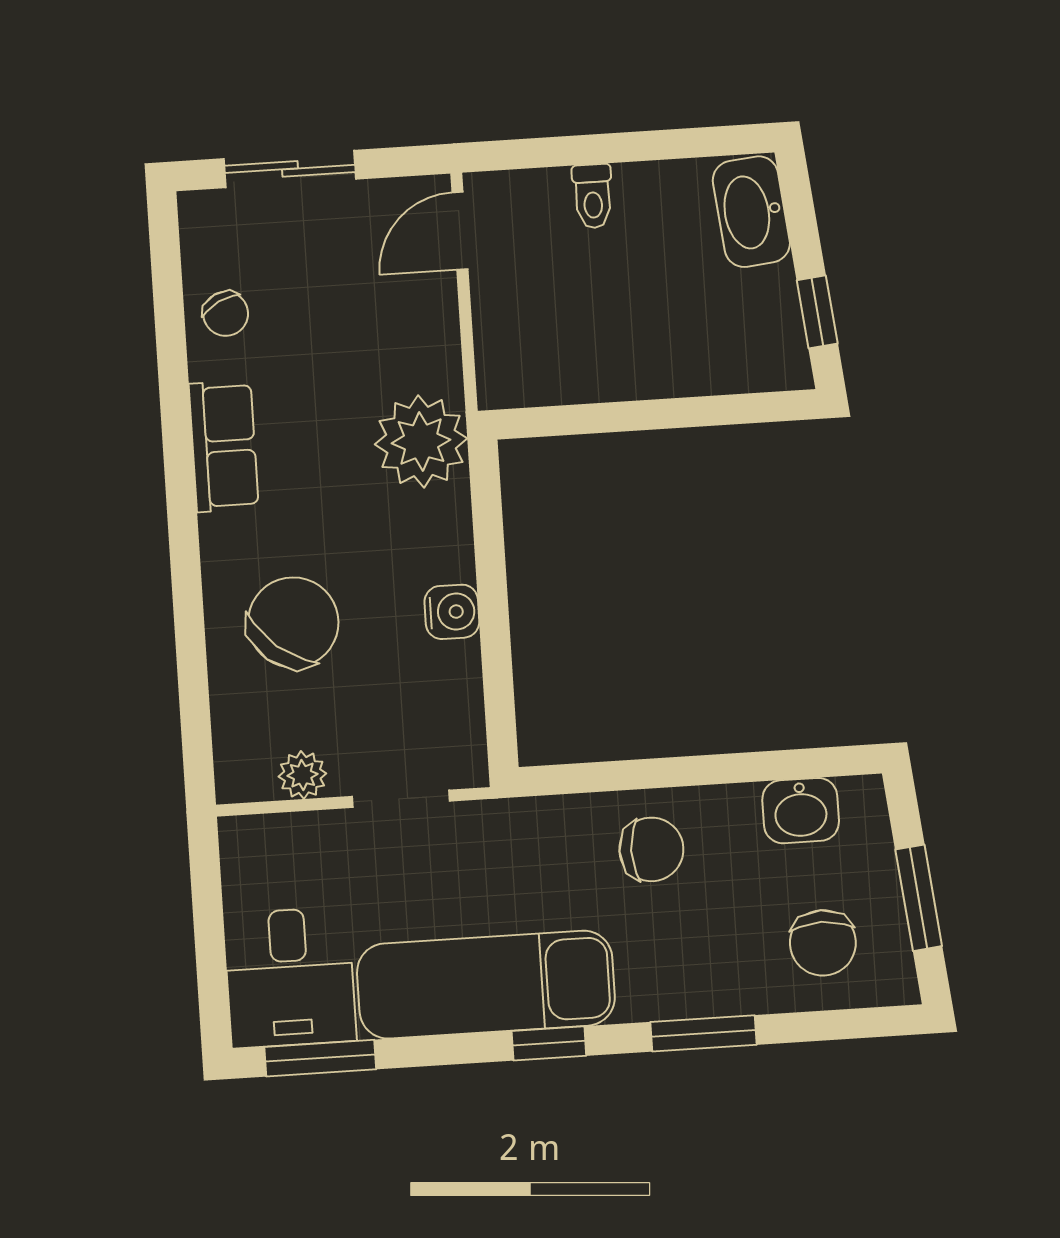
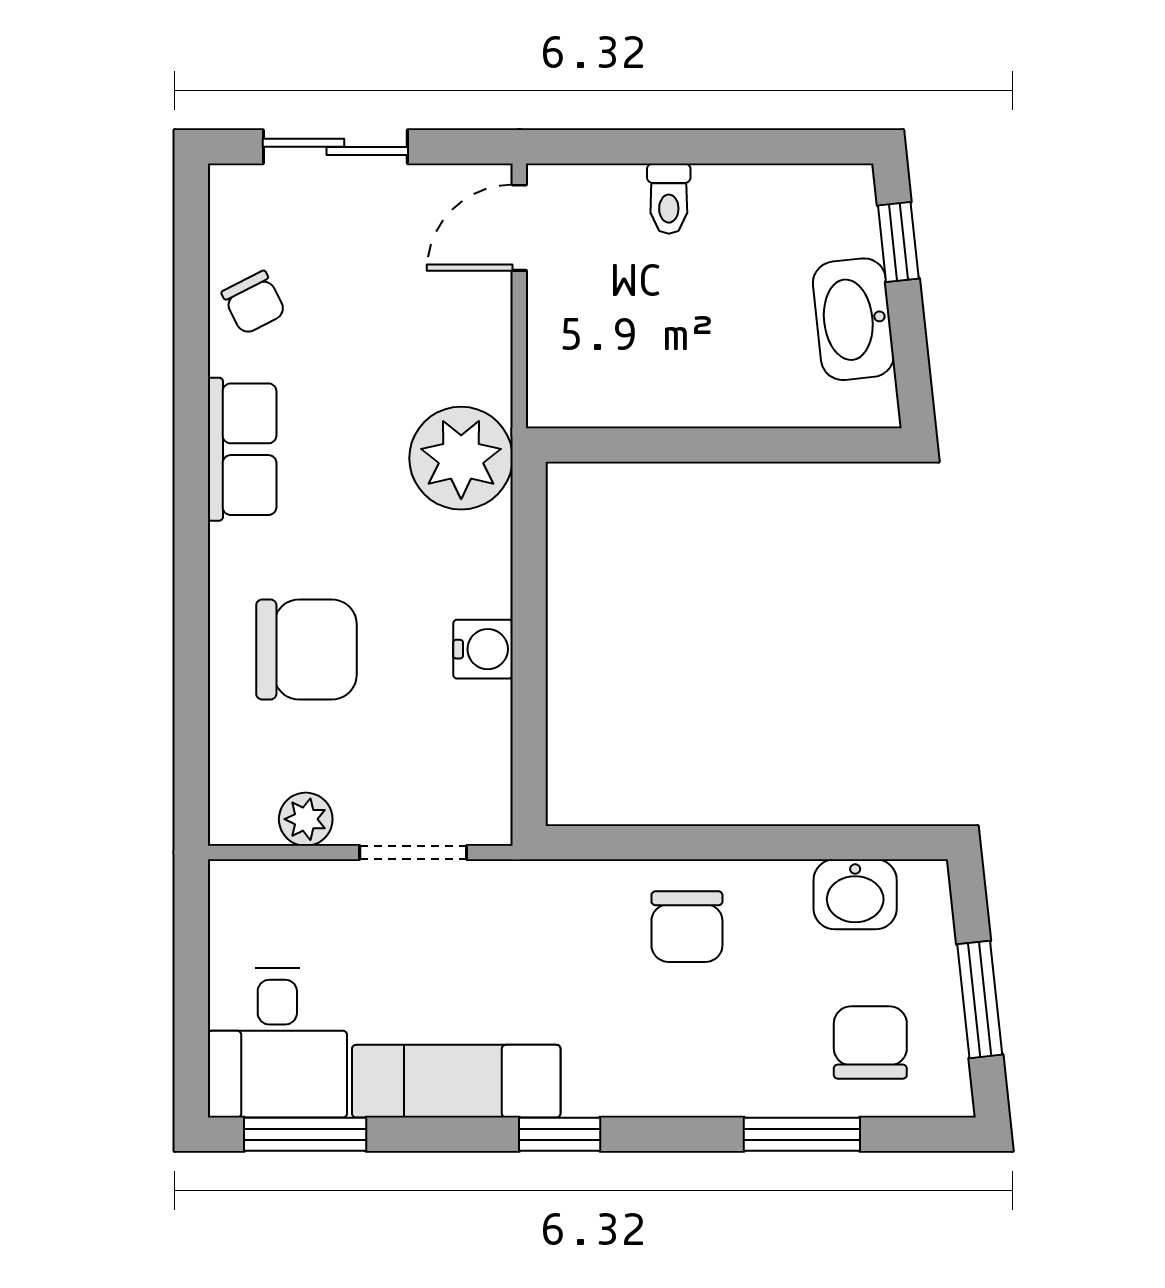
washbasin: (751, 212) -> (853, 319), moved
window: (817, 312) -> (898, 242), moved
chair: (293, 622) -> (306, 650), turned 51
chair: (651, 849) -> (687, 927), turned 90
chair: (823, 943) -> (870, 1042), turned 180
exam couch: (486, 985) -> (456, 1081), width x0.73, depth x0.69
window: (703, 1033) -> (802, 1134), moved

